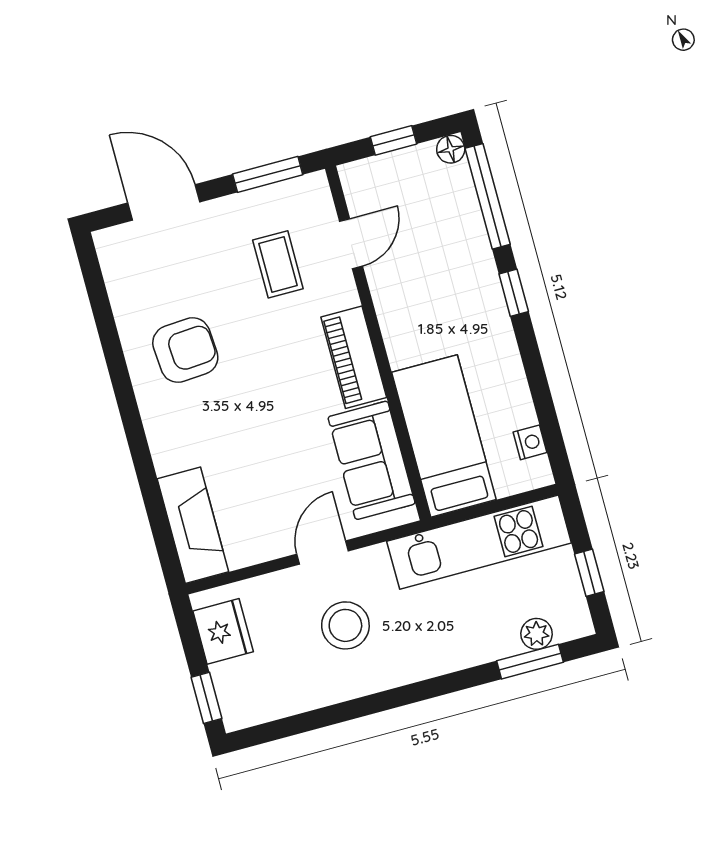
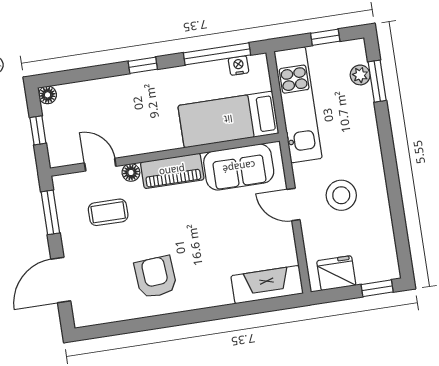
window: (488, 196) -> (217, 54), moved
floor lamp: (344, 293) -> (131, 172), added

